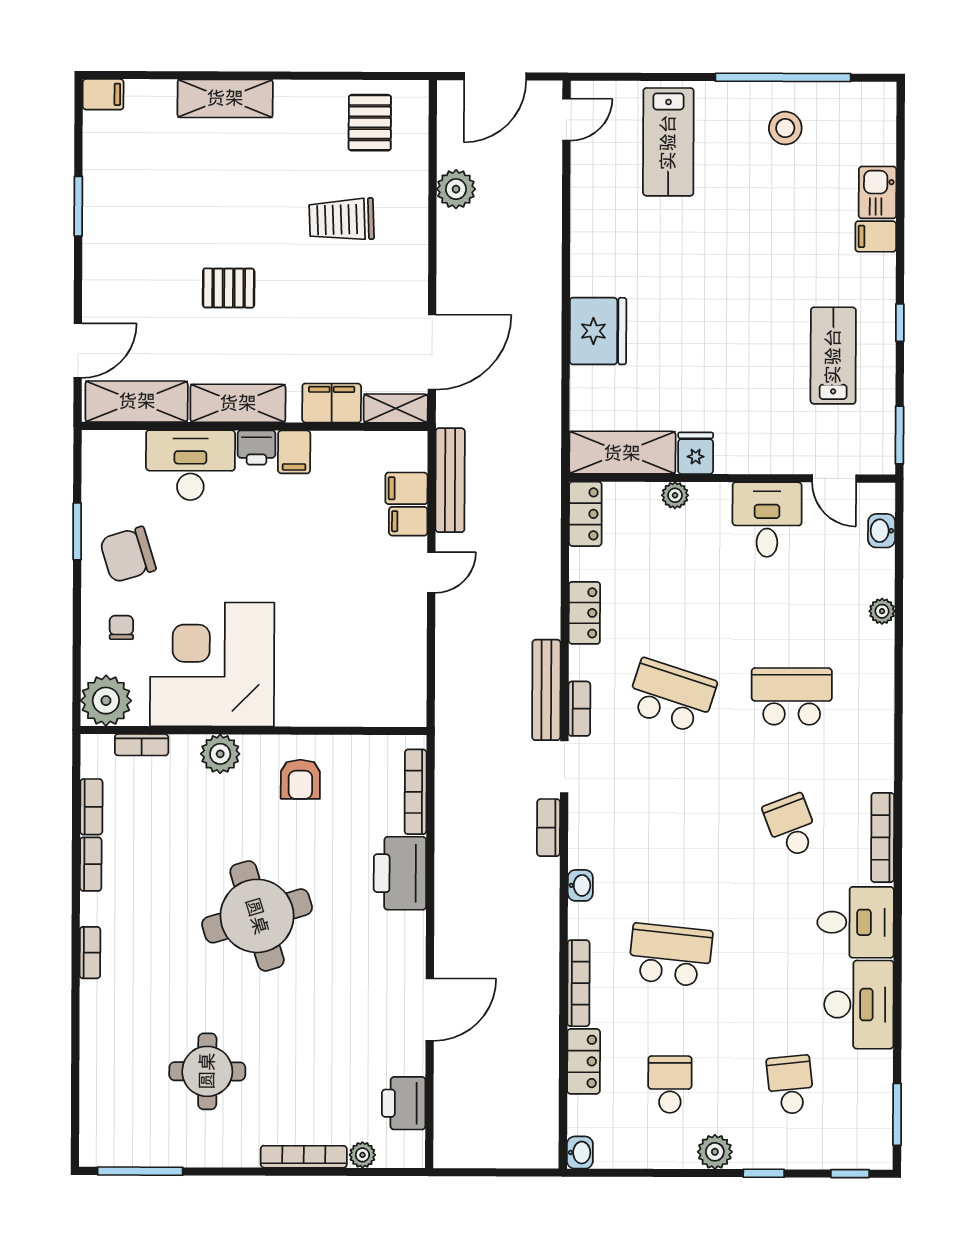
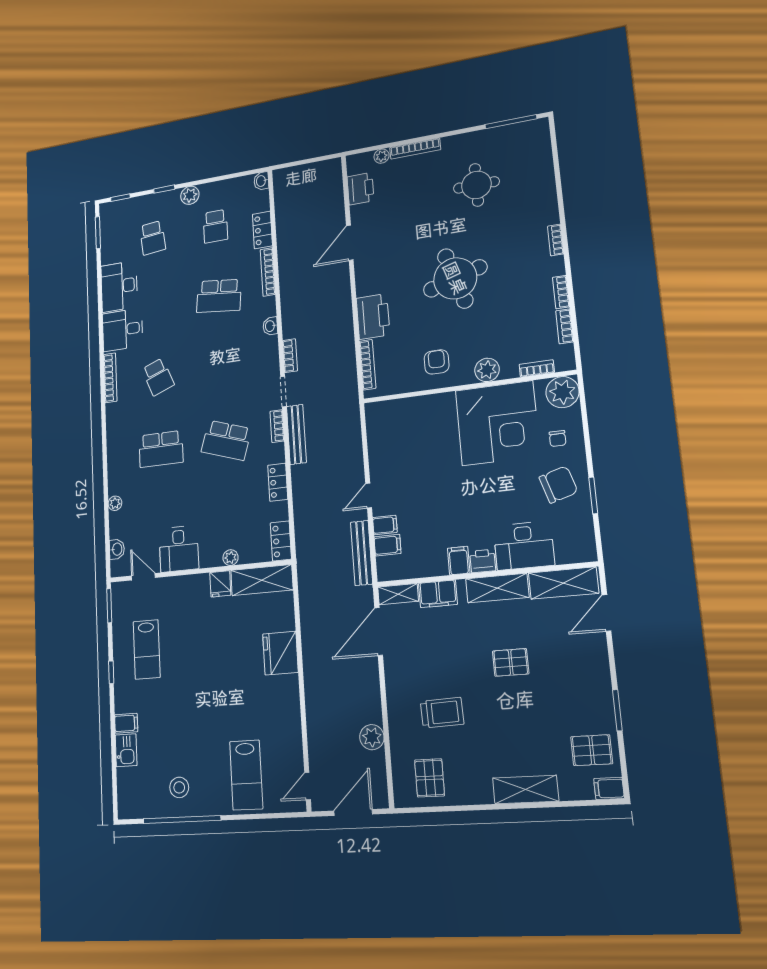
lab bench: (668, 142) -> (246, 775), turned 180
pallet: (122, 151) -> (592, 750), added

